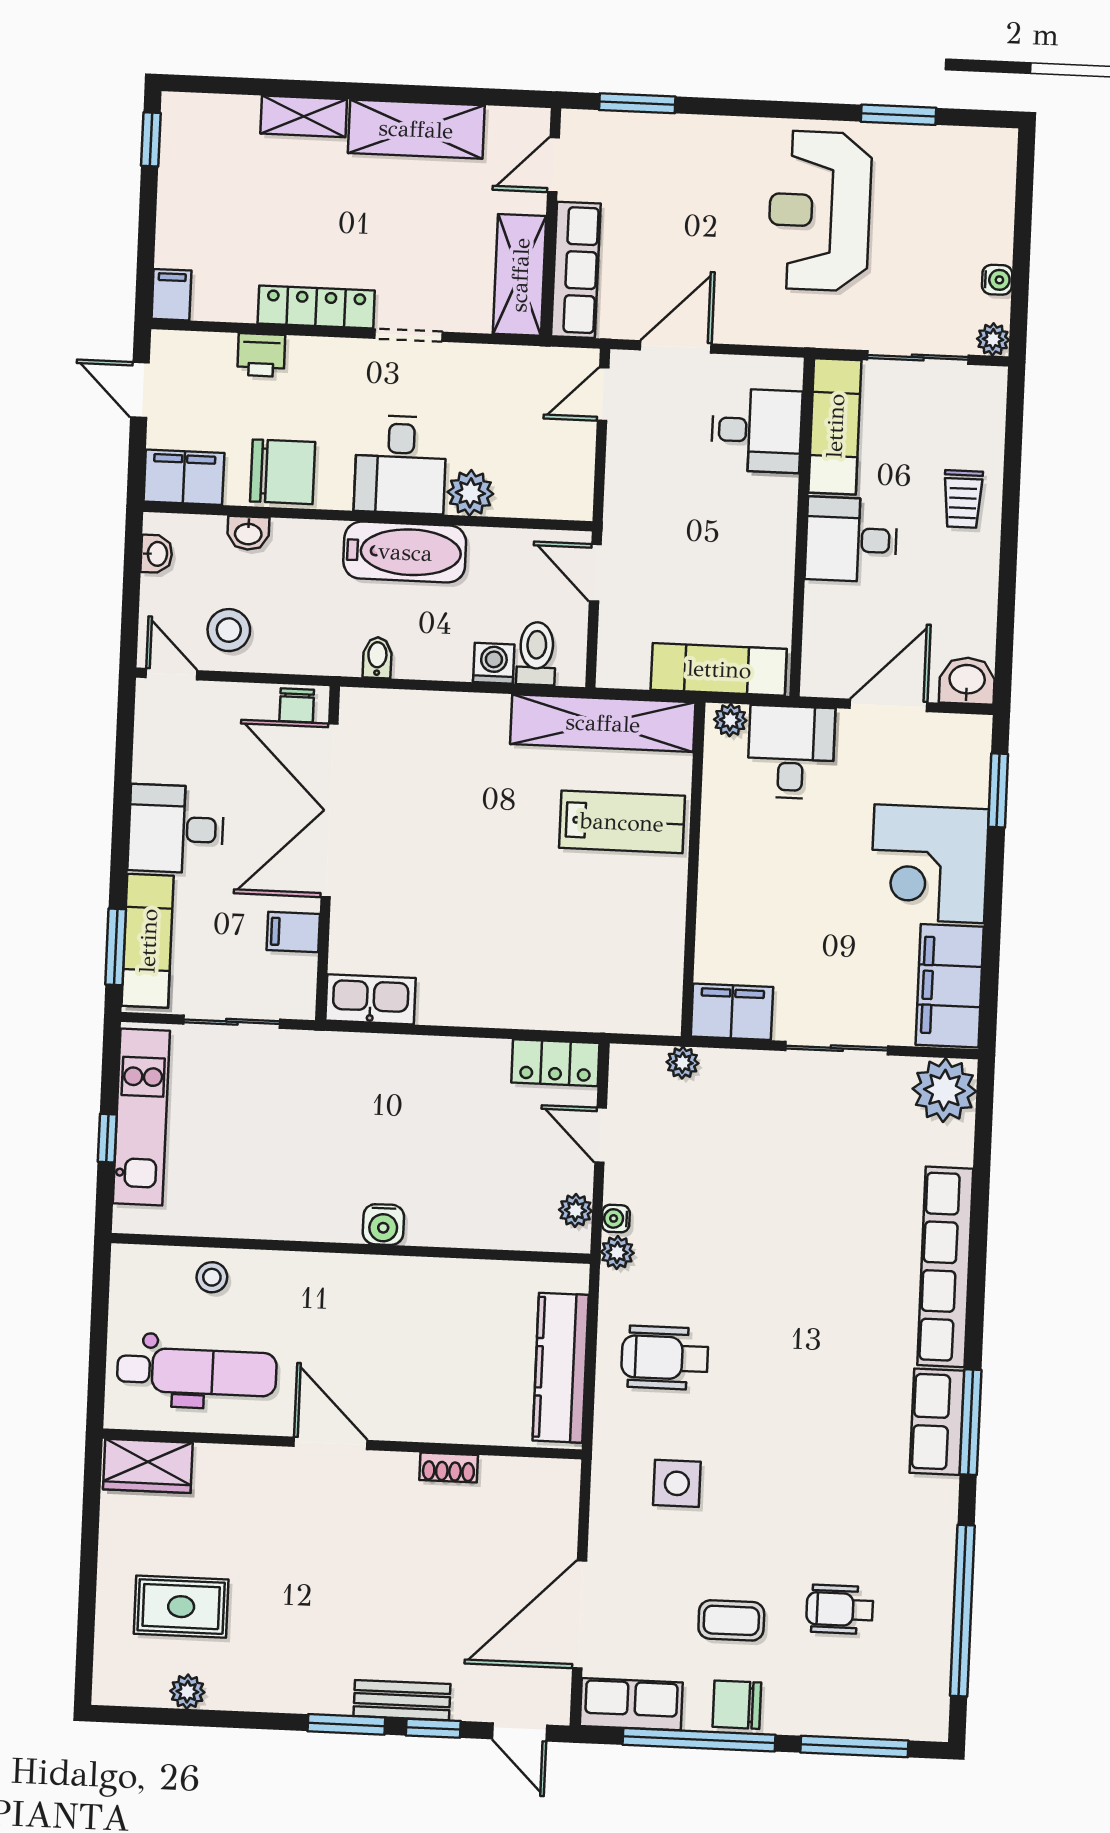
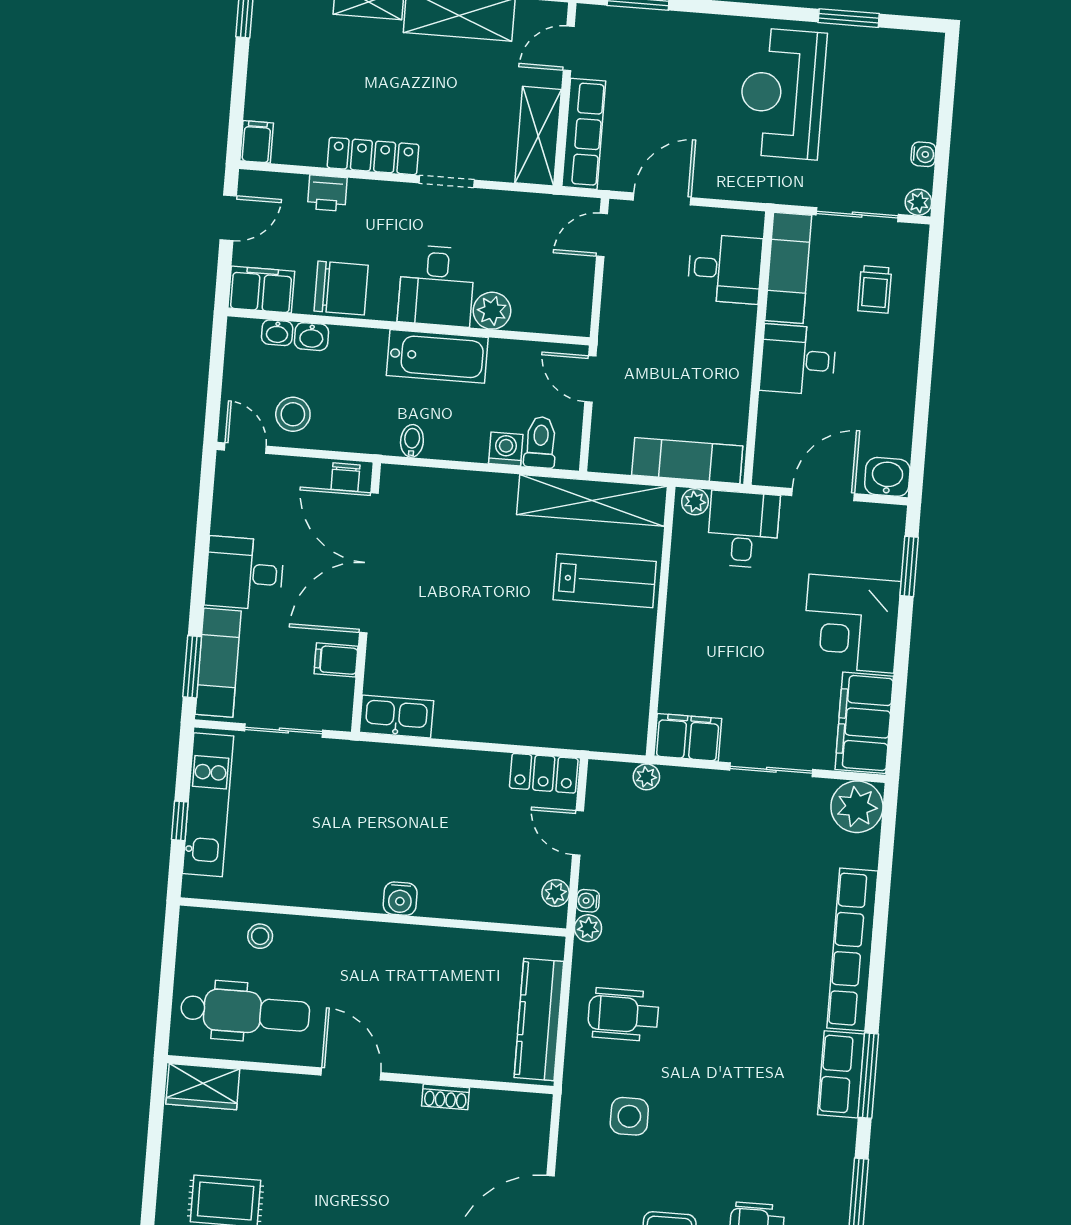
door: (140, 390) -> (228, 218), swing flipped
trolley: (963, 499) -> (875, 289), moved
washbasin: (156, 554) -> (277, 333), moved, turned 90

